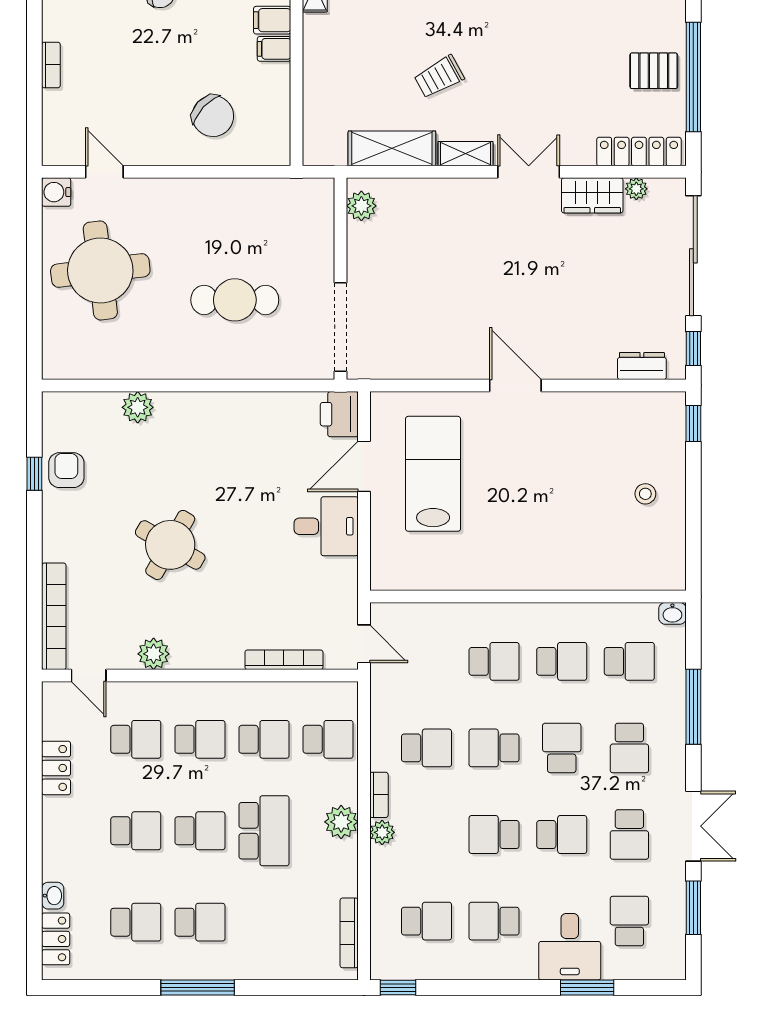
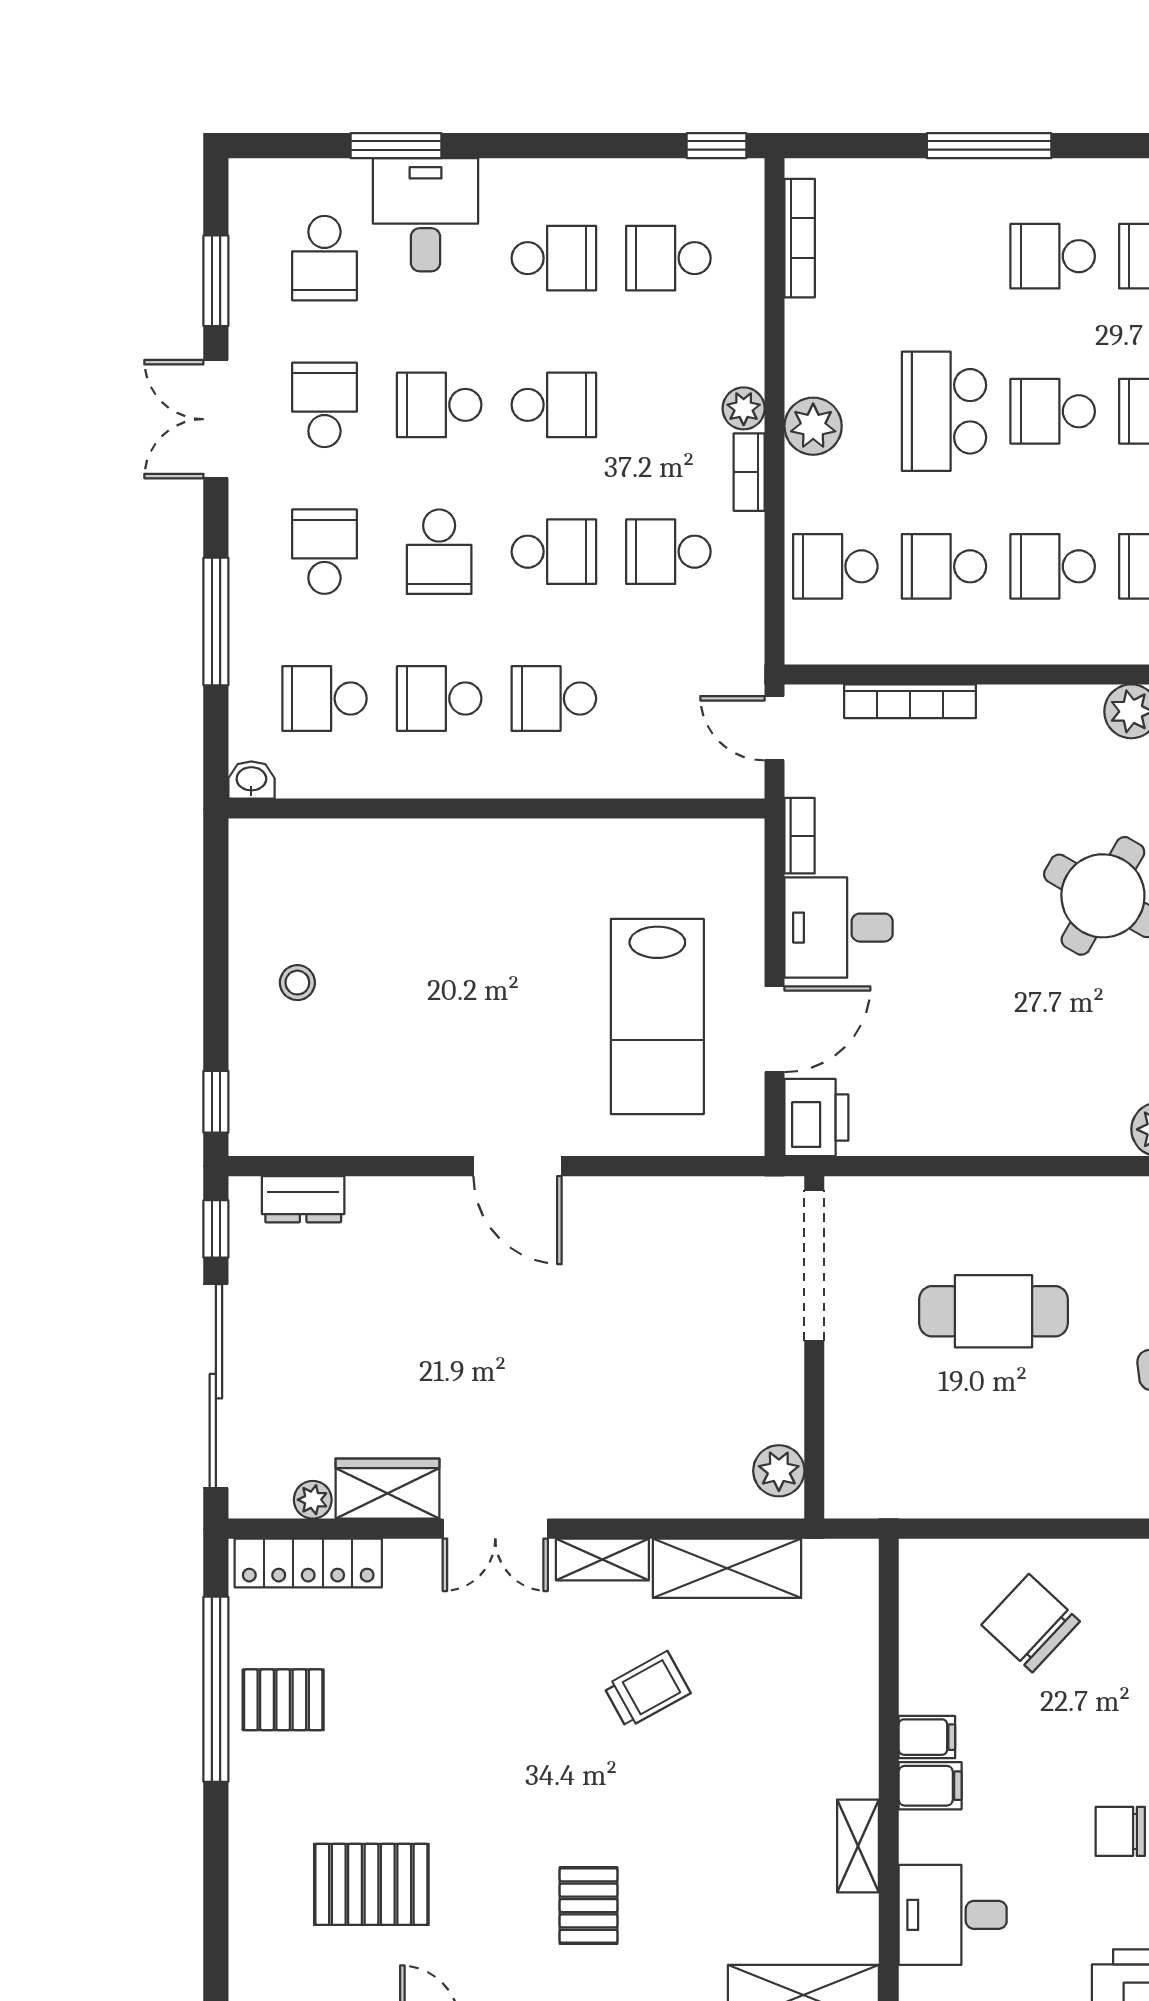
bookcase: (349, 580) -> (800, 836), added
window: (198, 987) -> (989, 146), moved

